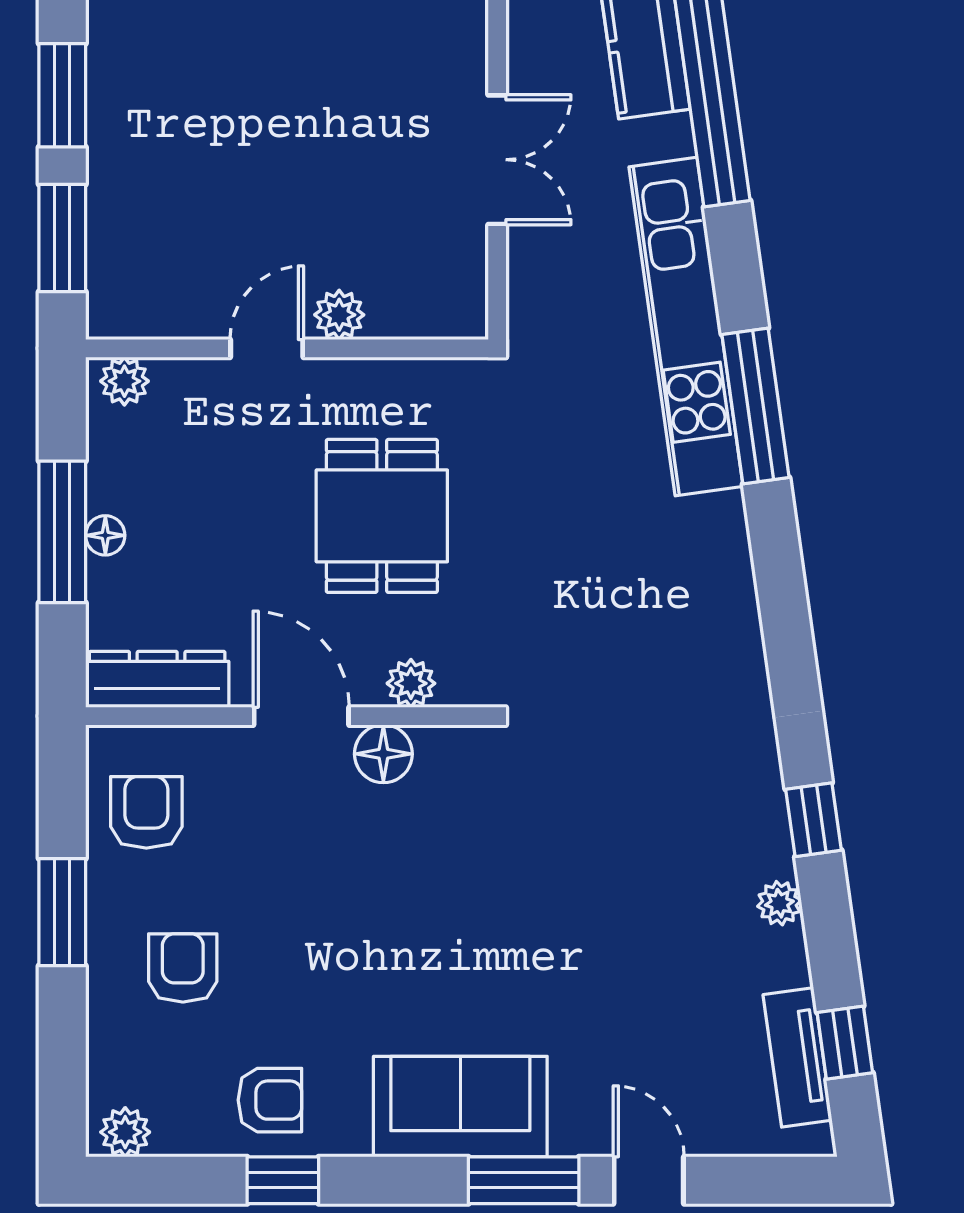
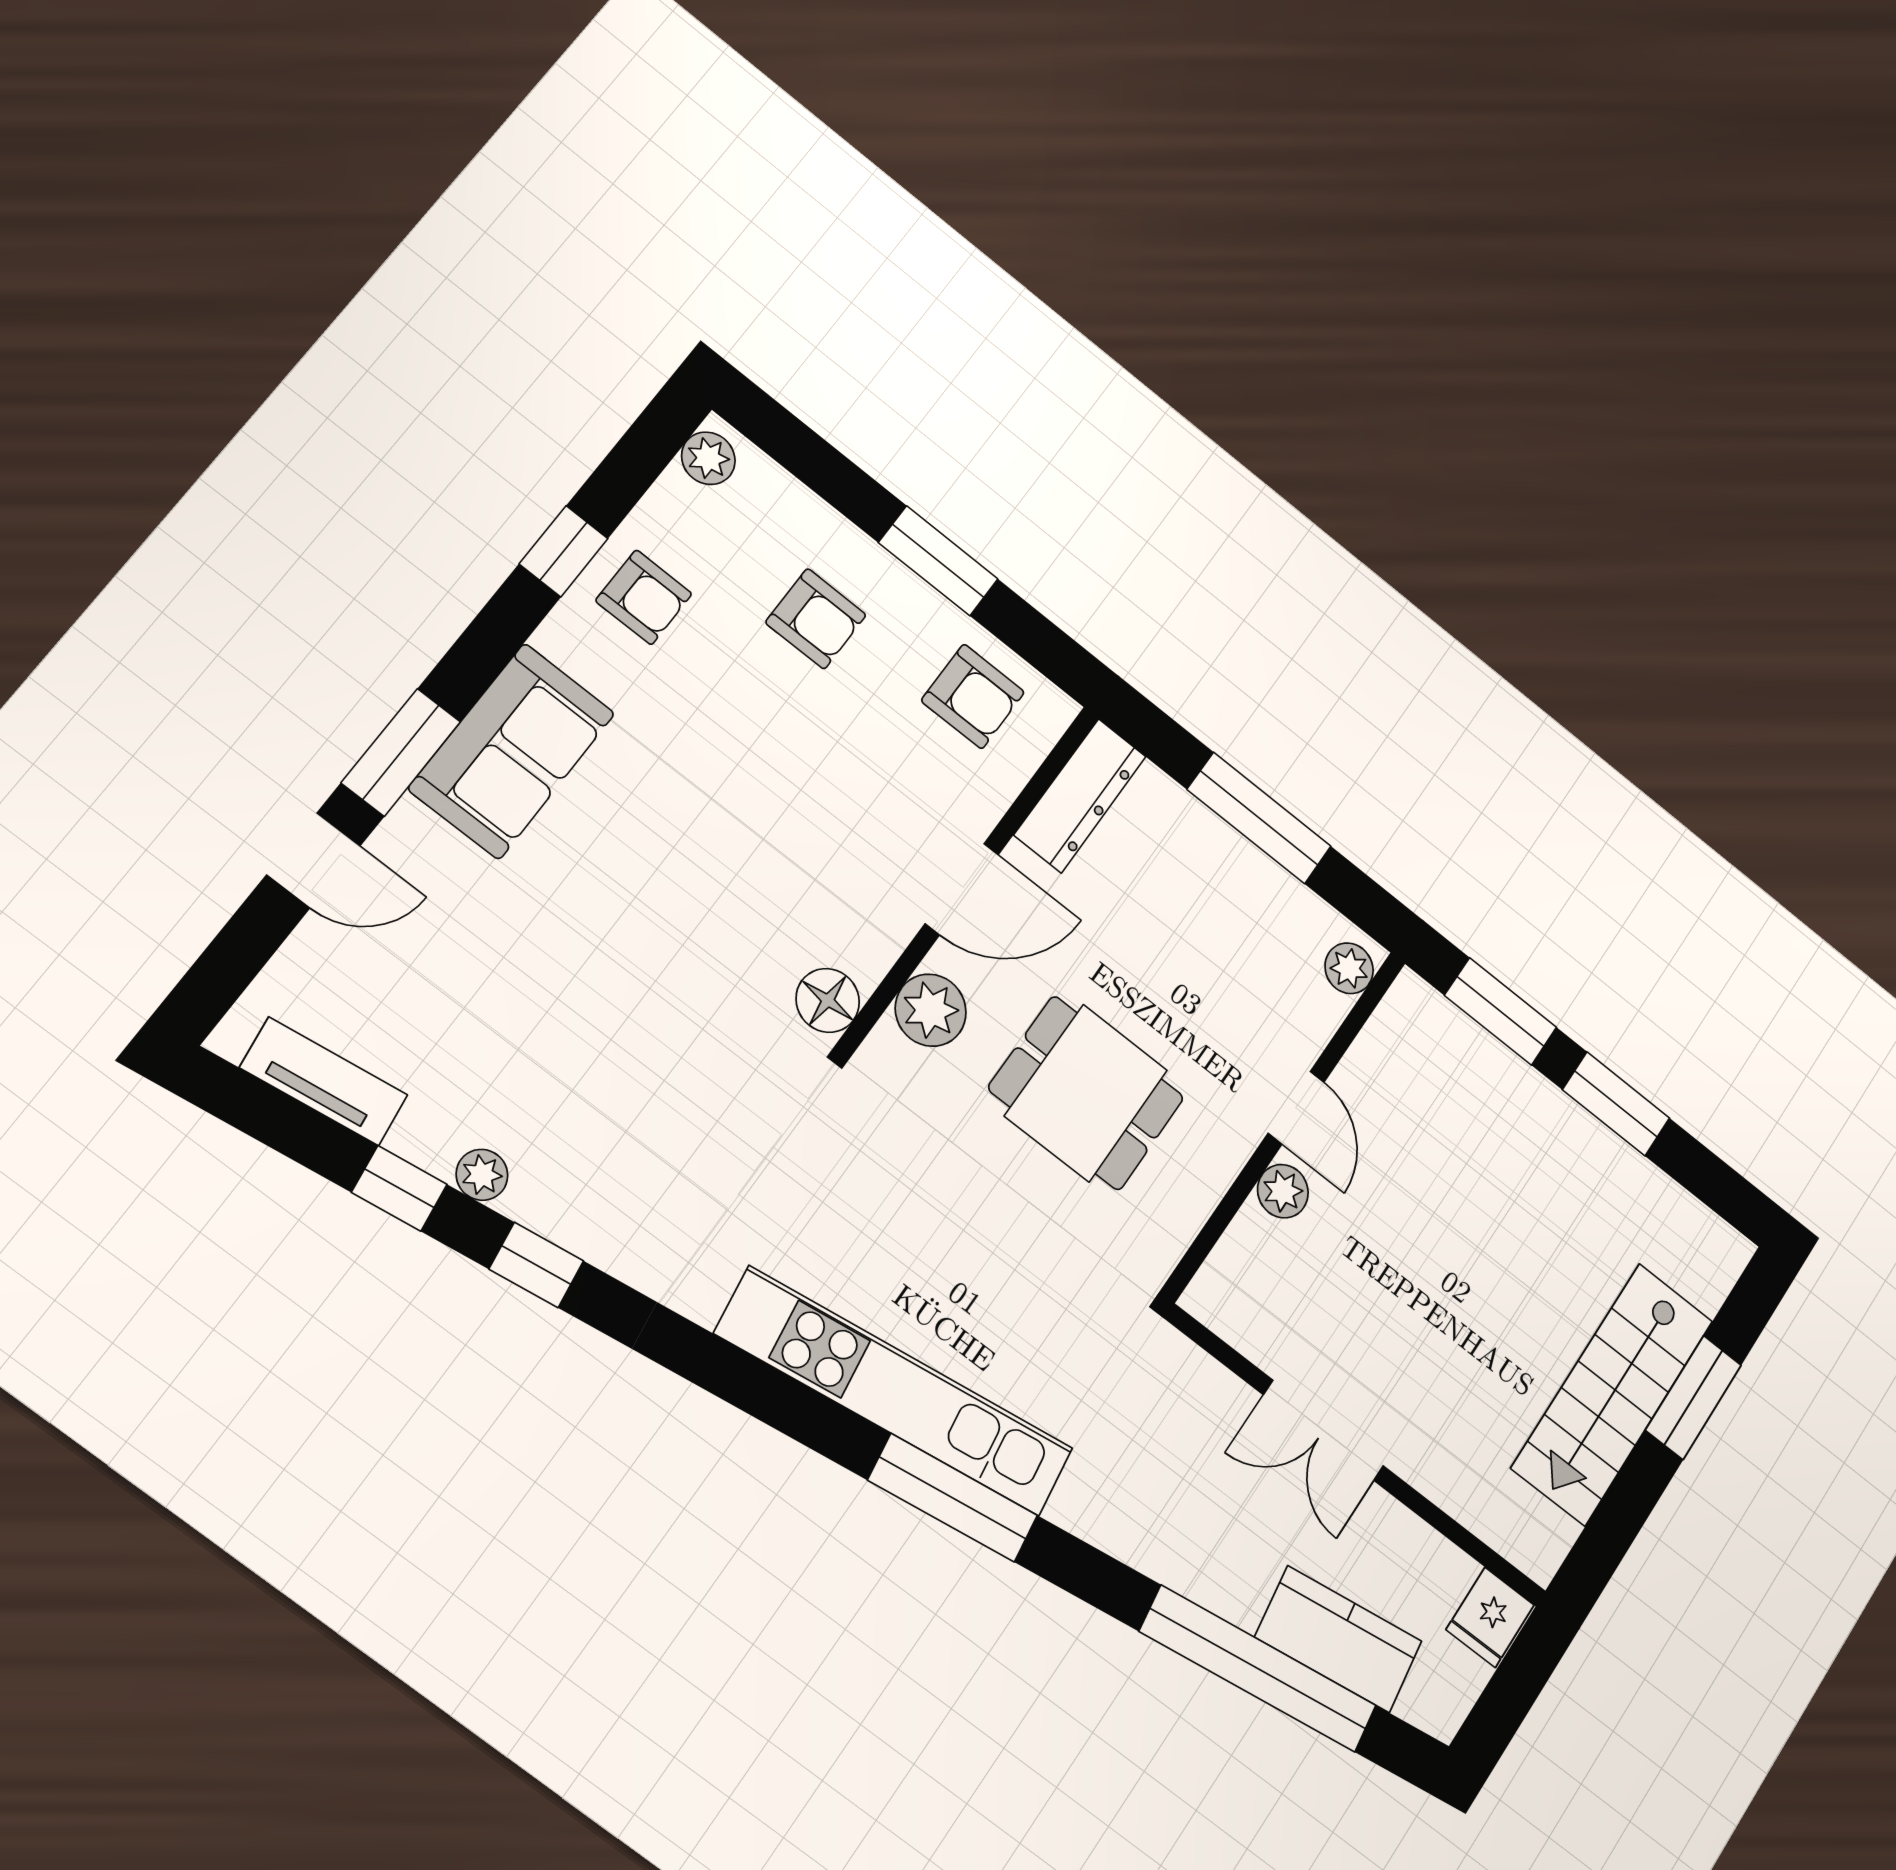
kitchen unit: (686, 327) -> (895, 1391), moved
floor lamp: (105, 535) -> (1232, 850), removed
plant: (411, 683) -> (931, 1010), width x1.38, depth x1.38
floor lamp: (383, 754) -> (828, 1000), moved
window: (845, 1043) -> (399, 1188), moved
armchair: (270, 1100) -> (644, 597), turned -90

